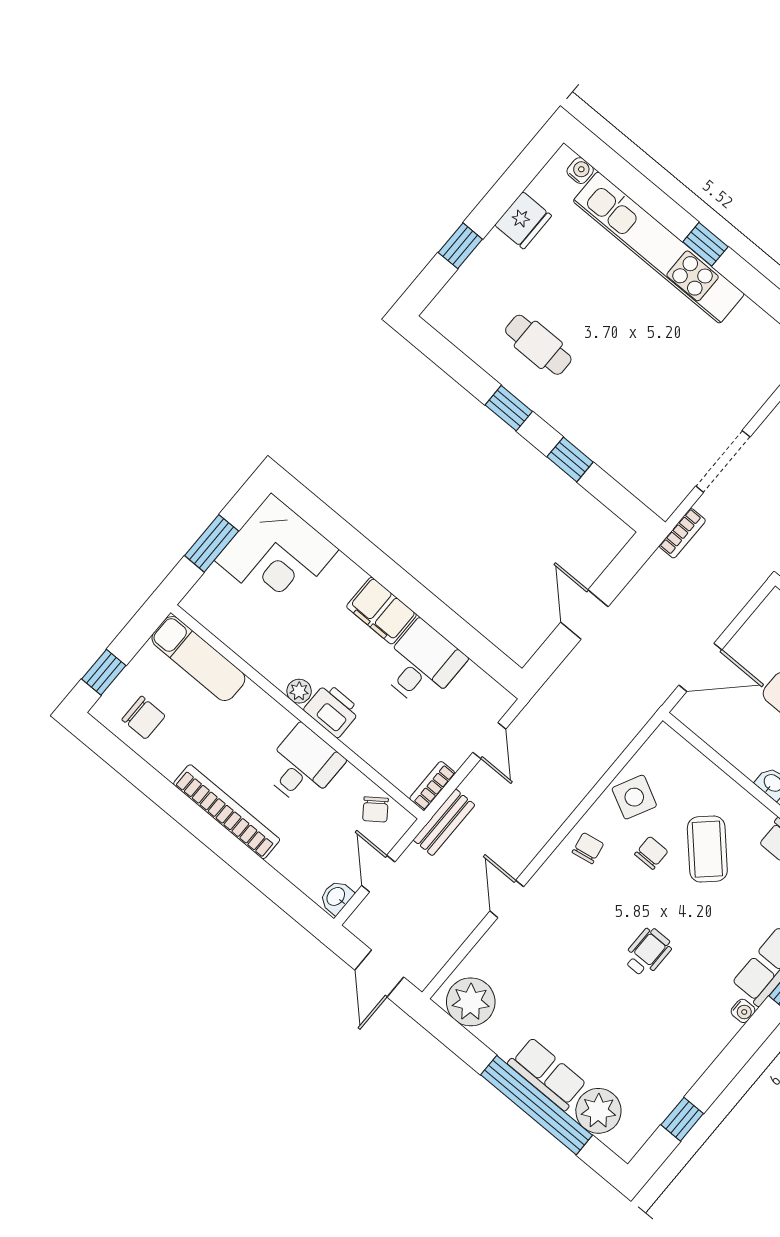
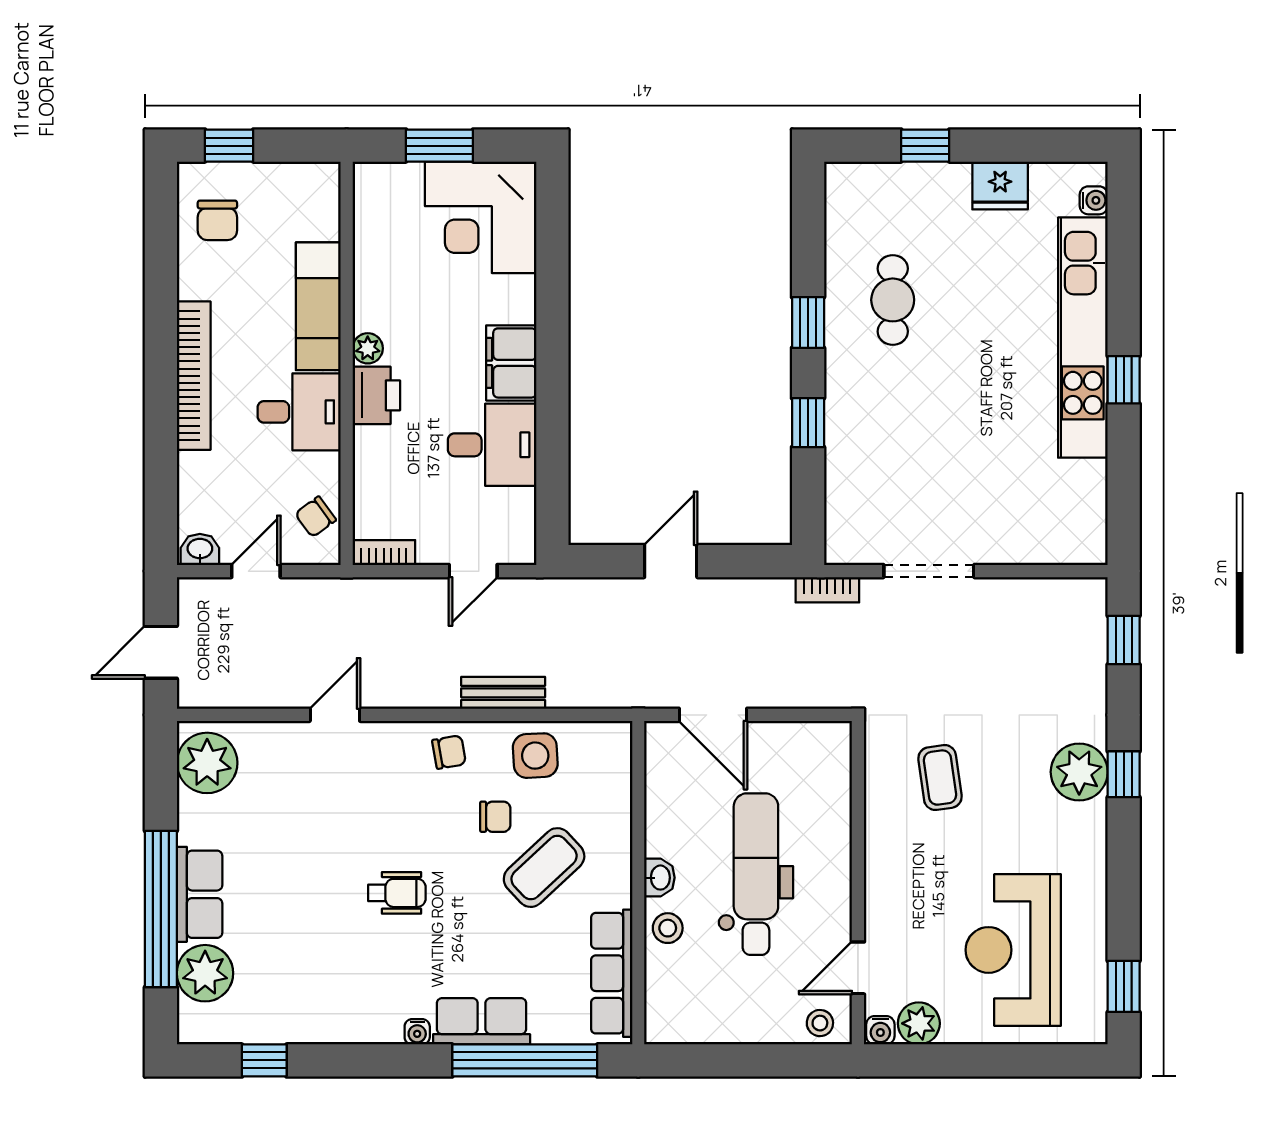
exam couch: (198, 659) -> (318, 306), moved
side table: (634, 797) -> (535, 756), turned -30
bench: (444, 822) -> (503, 693), moved

